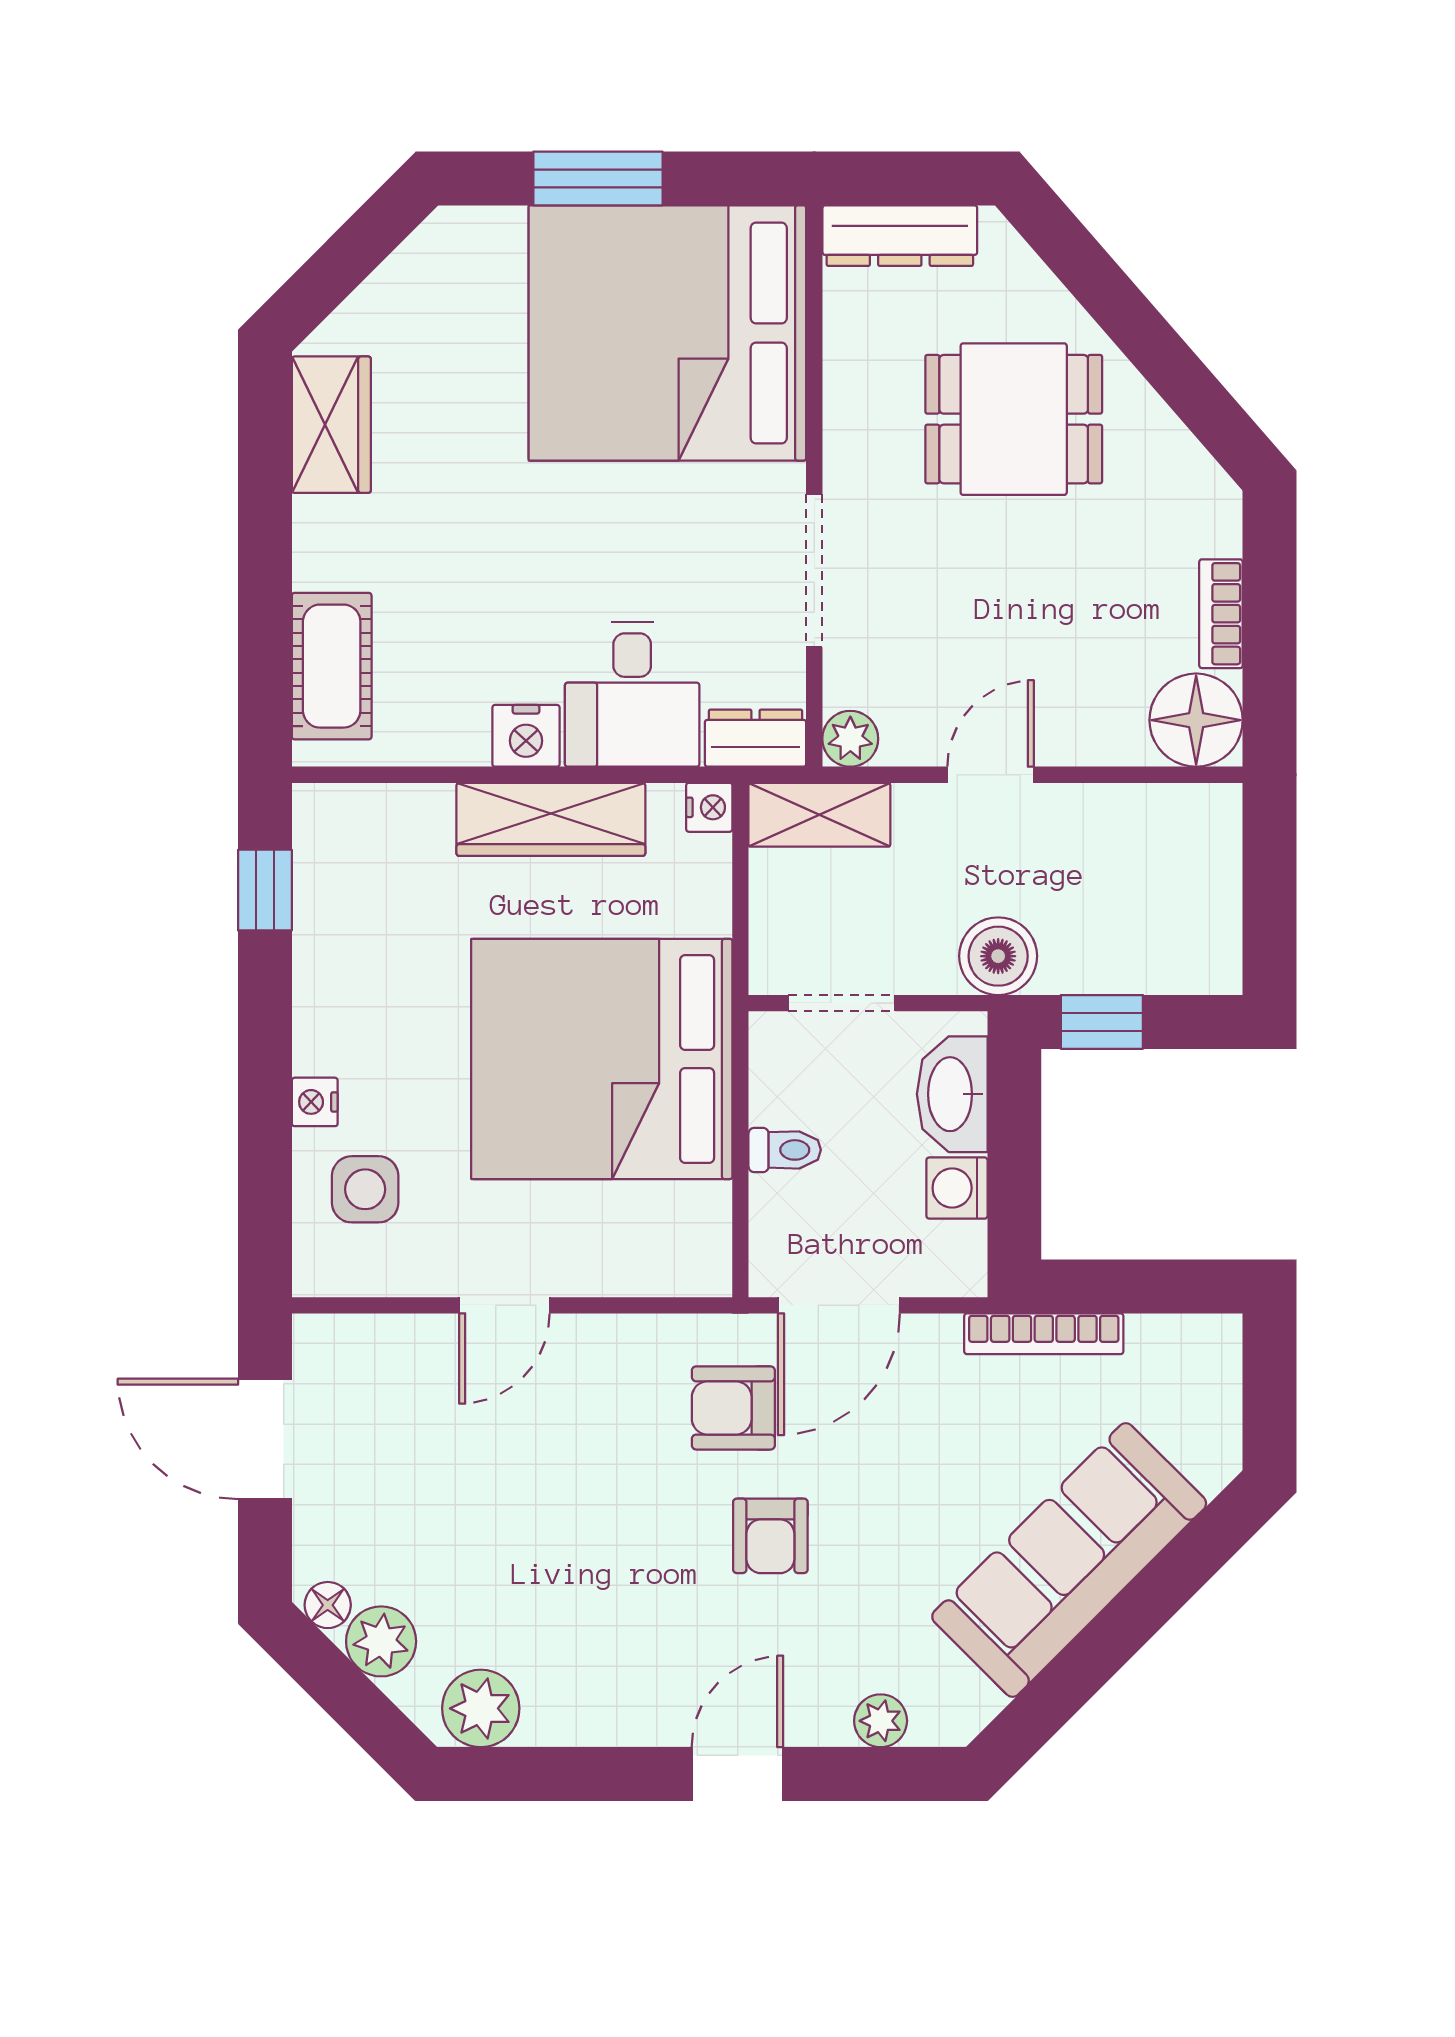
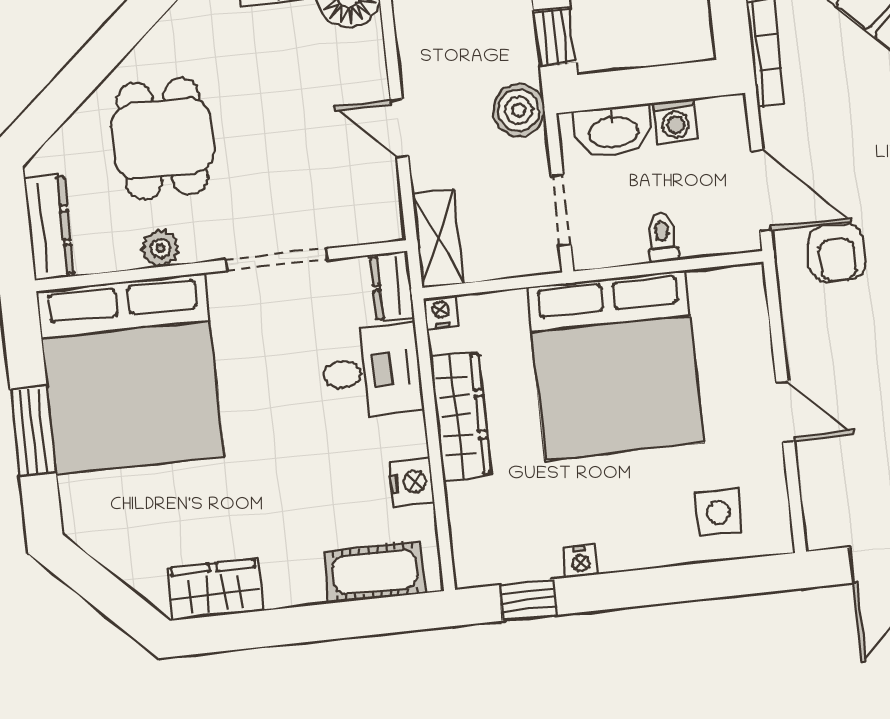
nightstand: (526, 736) -> (412, 482), moved
plant: (850, 739) -> (160, 248), moved
nightstand: (315, 1102) -> (581, 561), moved

